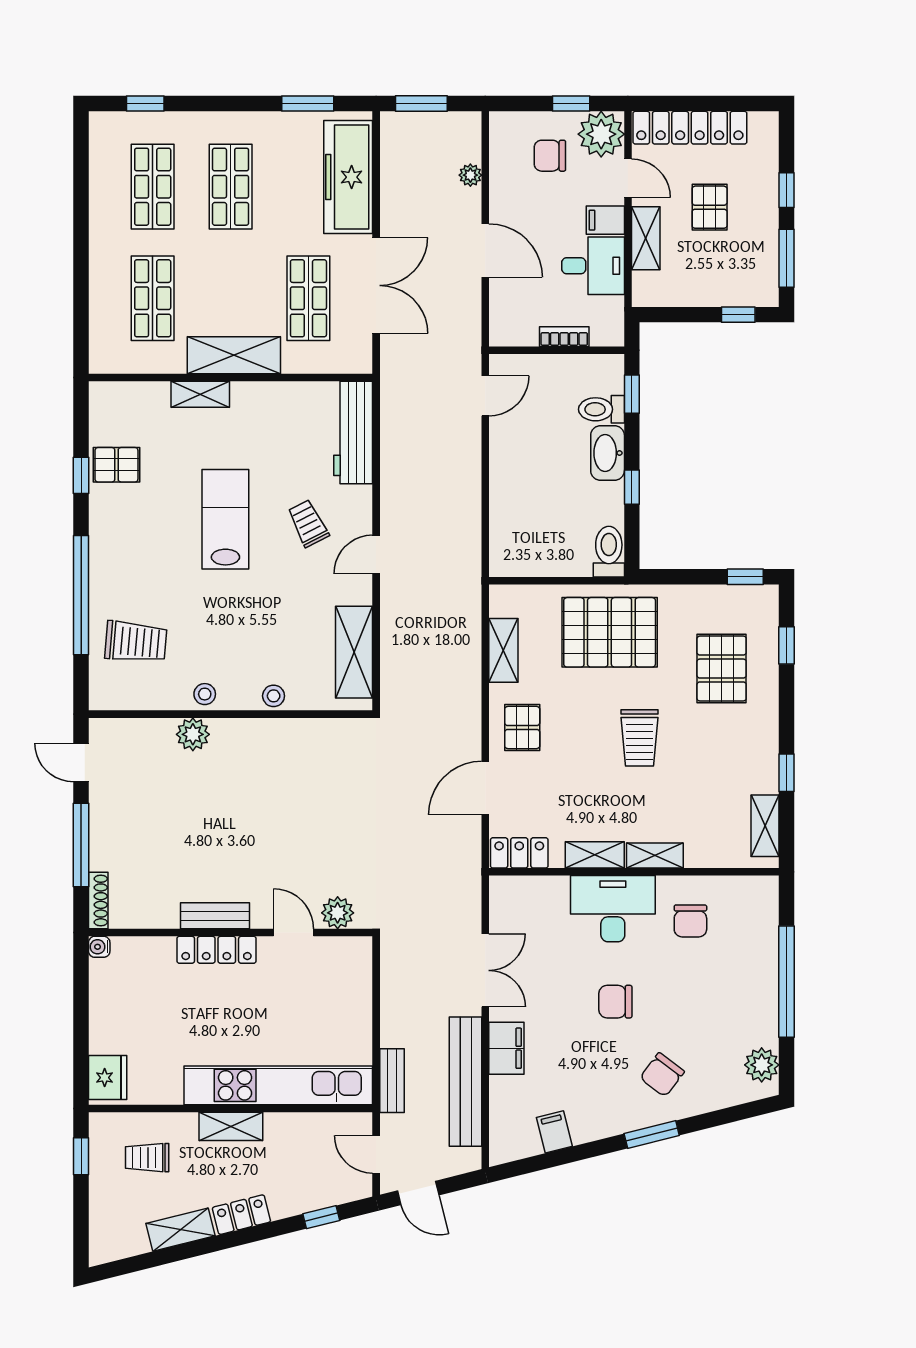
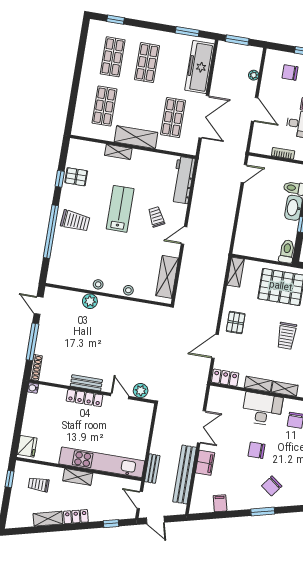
trolley: (136, 642) -> (75, 221), moved
shelving: (503, 650) -> (236, 272), moved

